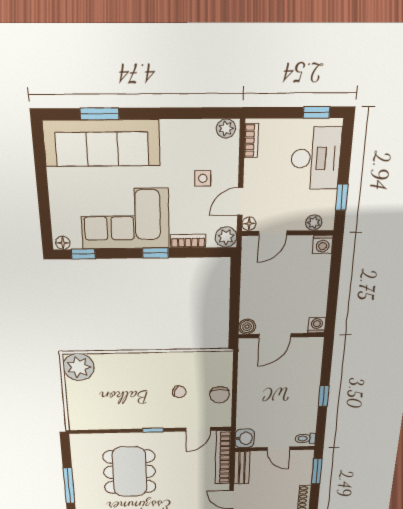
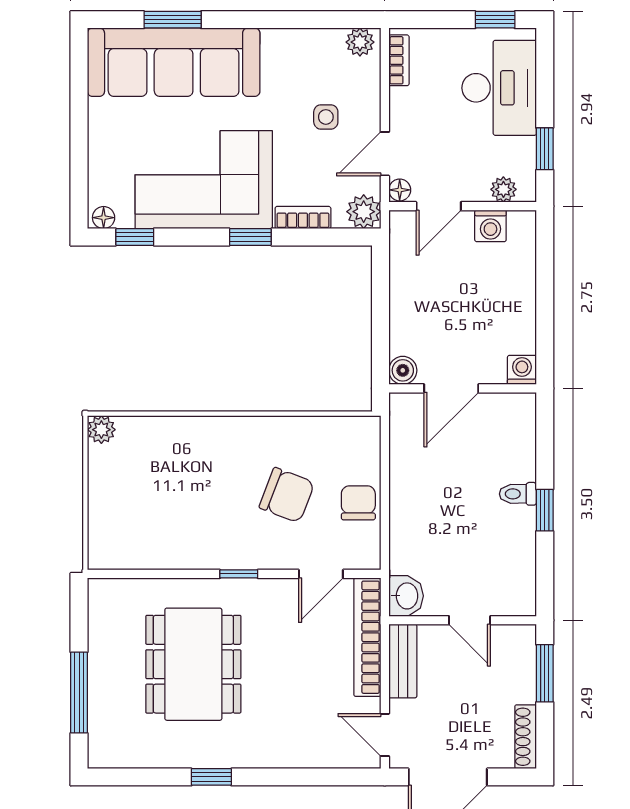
washing machine: (323, 244) -> (490, 226), moved
plant: (79, 367) -> (101, 430), width x0.53, depth x0.53
chair: (179, 392) -> (287, 495), width x1.87, depth x1.87
chair: (220, 395) -> (358, 503), turned 180
toilet: (305, 438) -> (518, 494), moved

